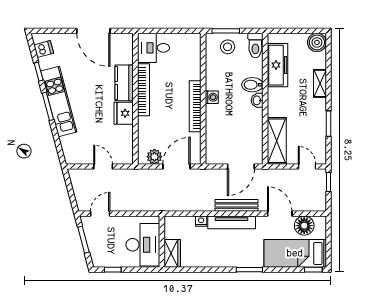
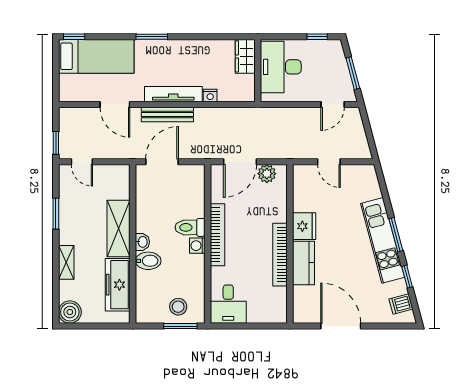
toilet: (255, 45) -> (190, 227), moved, turned -90
desk: (153, 48) -> (228, 304), moved, turned 90
shelving: (277, 141) -> (119, 228), moved
floor lamp: (304, 226) -> (85, 90), removed

